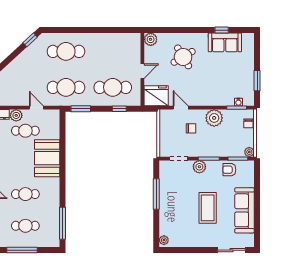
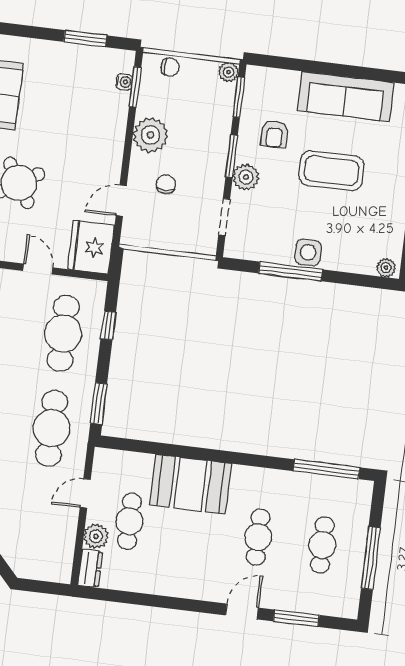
armchair: (229, 170) -> (275, 134), moved
side table: (167, 201) -> (308, 252), added

